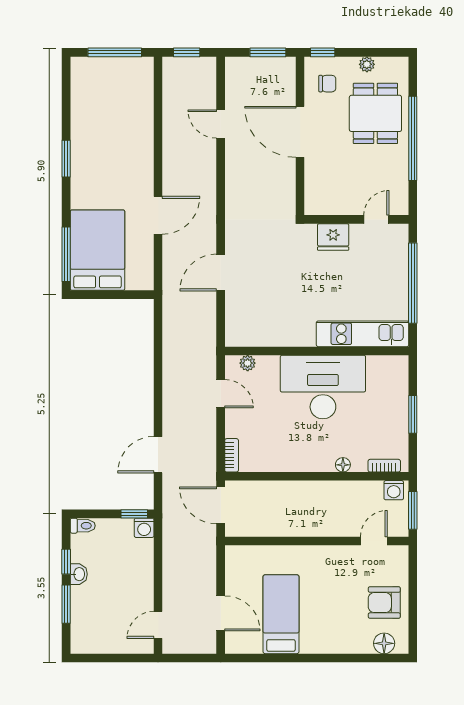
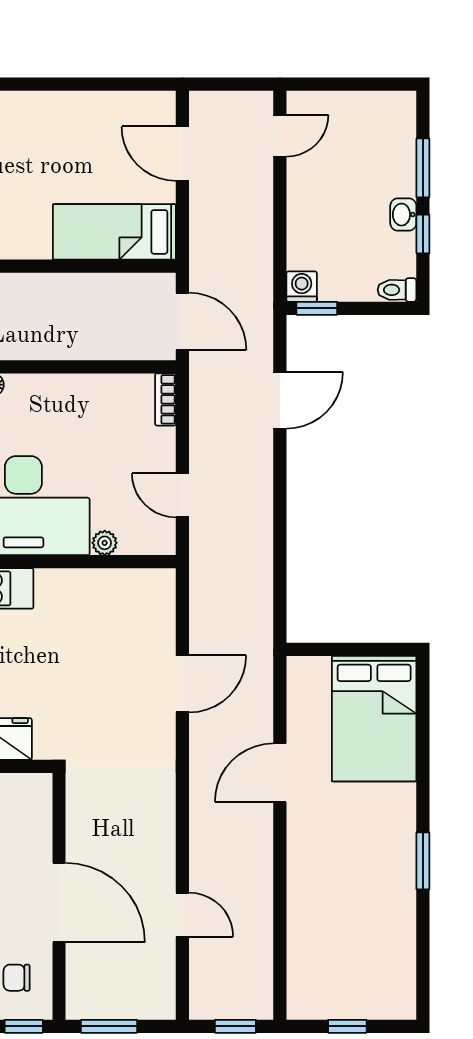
window: (115, 52) -> (347, 1026), width x0.46
window: (66, 254) -> (423, 712), removed
plant: (248, 363) -> (105, 543), moved
bed: (281, 614) -> (114, 232), moved, turned 90

